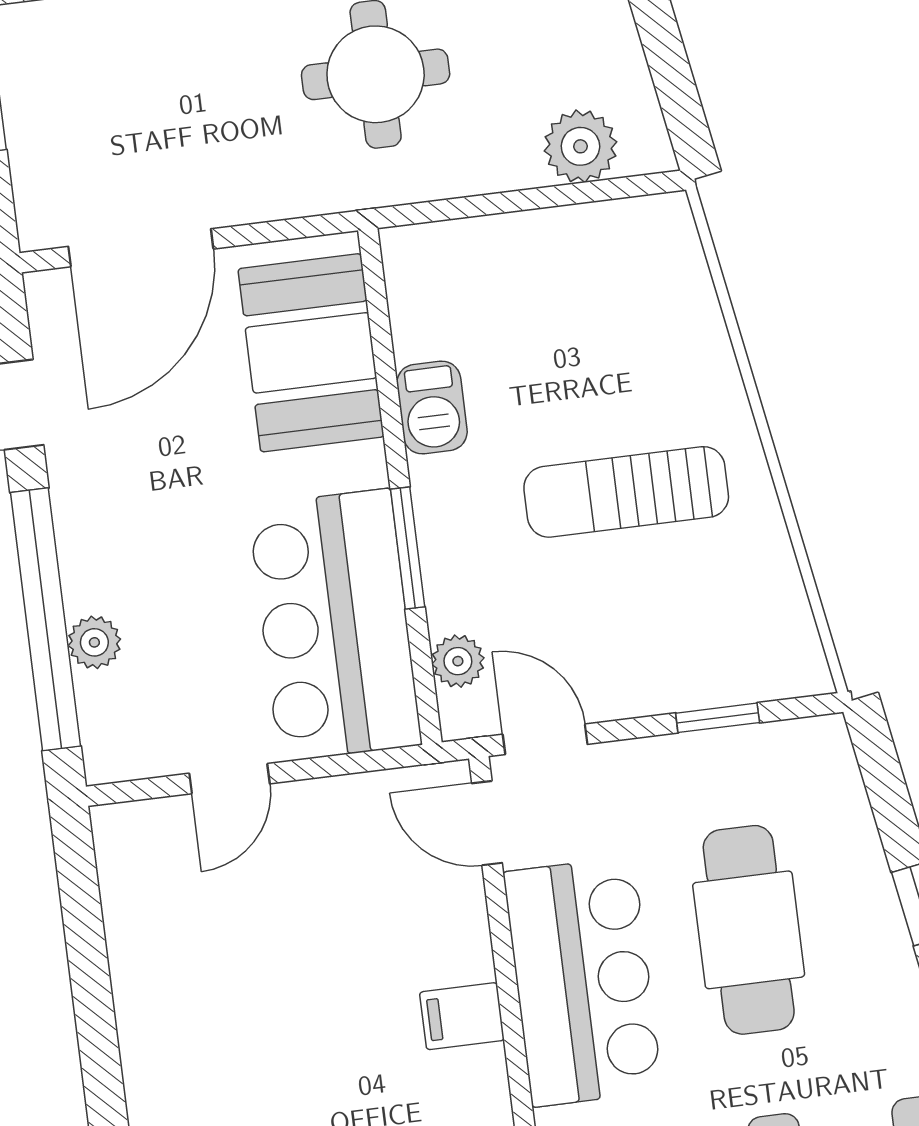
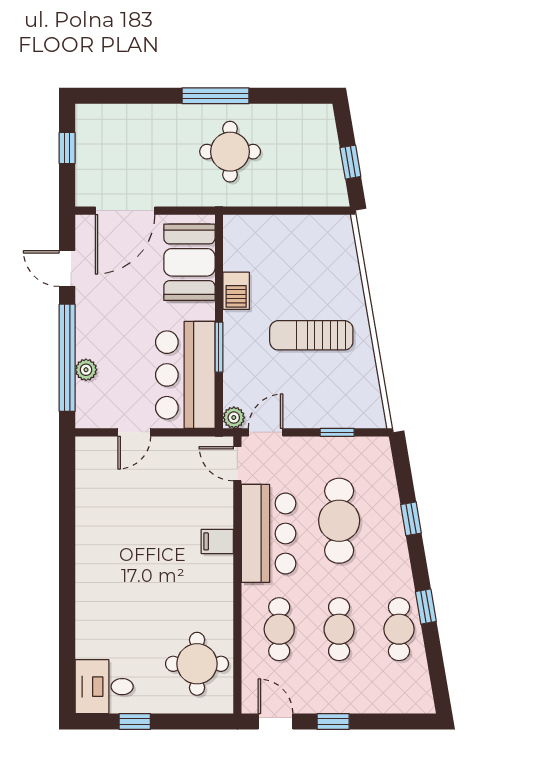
window: (668, 63) -> (350, 162), added
plant: (580, 146) -> (310, 192), removed
plant: (458, 661) -> (234, 418), moved
door: (545, 739) -> (266, 432), hinge flipped

